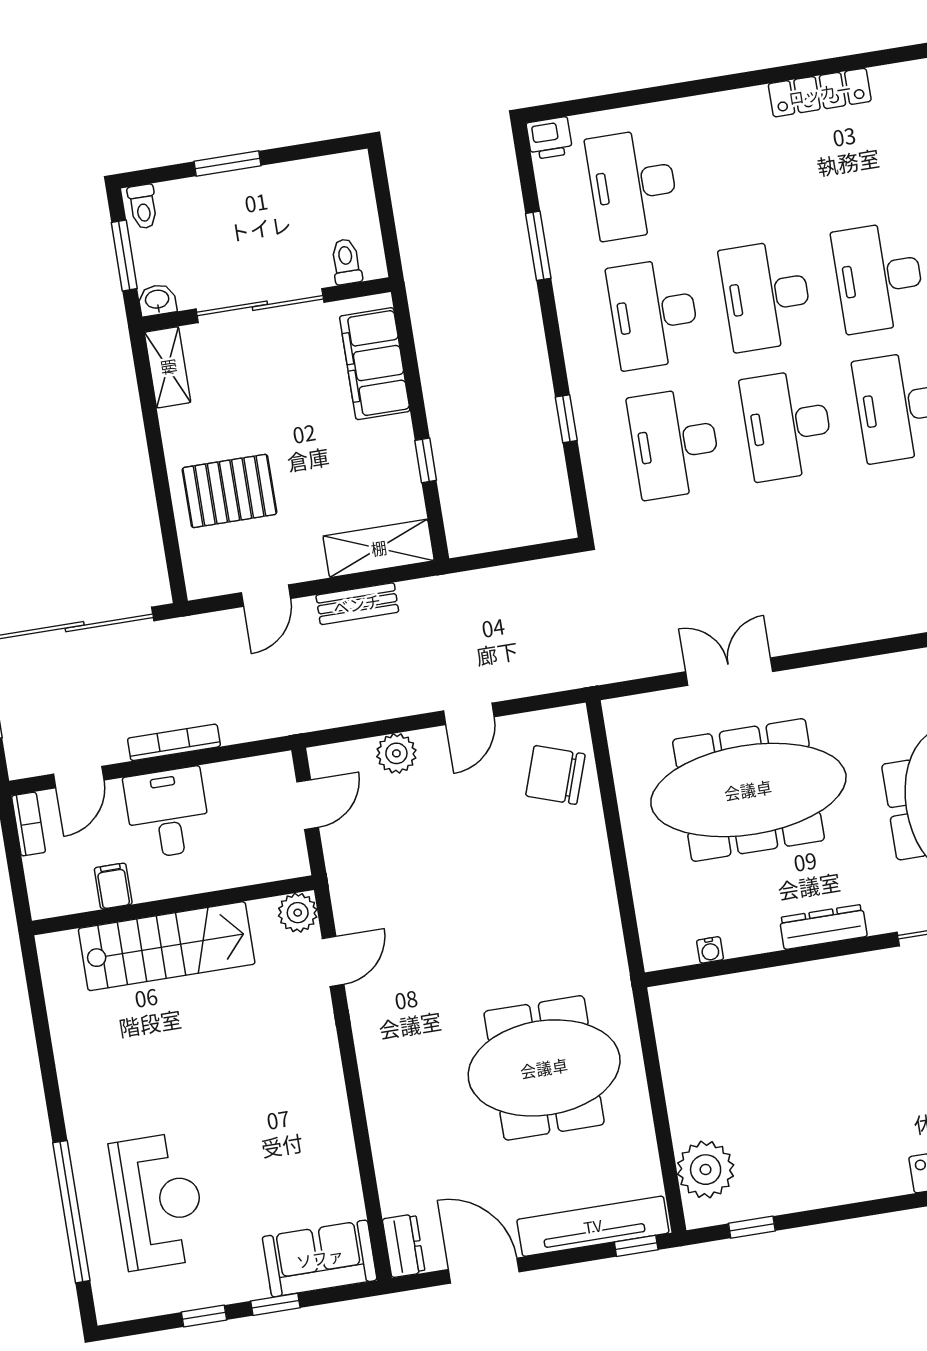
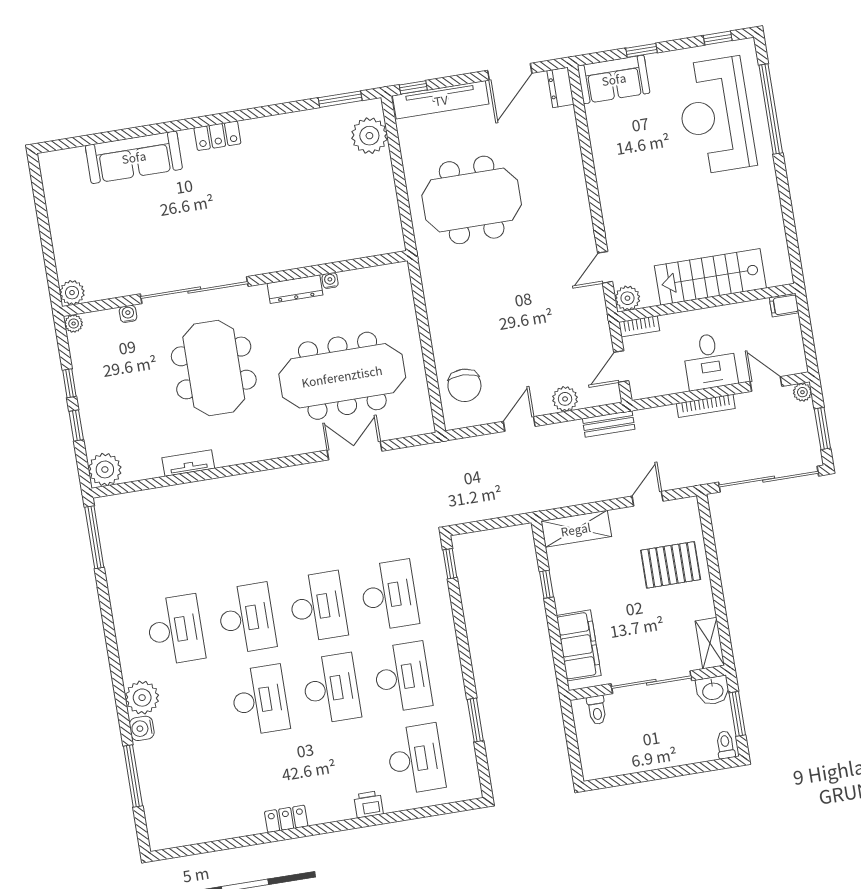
locker: (820, 93) -> (286, 819), width x0.66
printer: (549, 138) -> (368, 804), moved
window: (228, 164) -> (672, 772), removed
washbasin: (157, 300) -> (713, 690), width x1.38, depth x1.45
window: (566, 419) -> (450, 564), moved
bench: (357, 604) -> (609, 424), moved
double door: (729, 672) -> (354, 451), swing flipped
plant: (21, 764) -> (802, 392), added
chair: (555, 775) -> (464, 385), turned 73
door: (79, 777) -> (766, 384), hinge flipped
bookcase: (29, 824) -> (639, 326), moved, turned -90
filing cabinet: (113, 886) -> (784, 305), moved, turned 90
water cooler: (710, 950) -> (330, 281), moved
reception desk: (158, 1201) -> (716, 116), width x1.36, depth x1.30
window: (752, 1227) -> (340, 99), width x1.50
door: (484, 1271) -> (510, 72), hinge flipped
window: (204, 1316) -> (718, 38), moved

